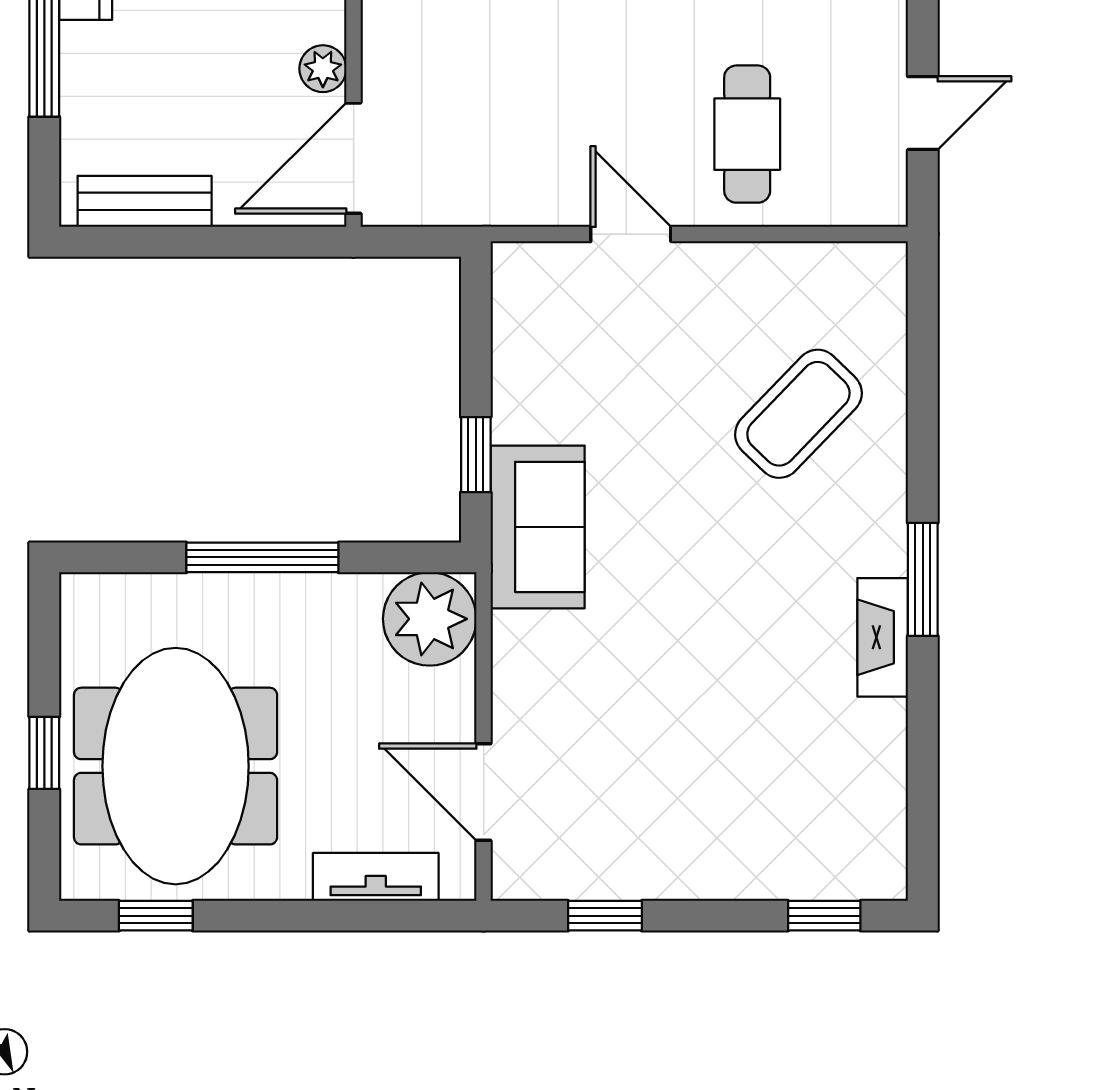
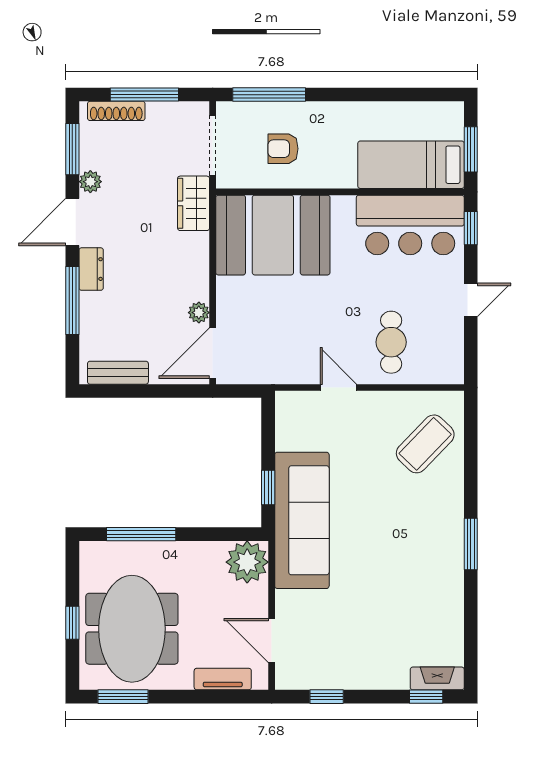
door: (923, 113) -> (471, 300), moved
coffee table: (798, 414) -> (425, 444), moved
sofa: (538, 527) -> (302, 520), width x1.85, depth x1.27
window: (262, 557) -> (141, 534), moved
fireplace: (883, 637) -> (437, 678), moved, turned 90
window: (156, 916) -> (123, 697), width x1.50

